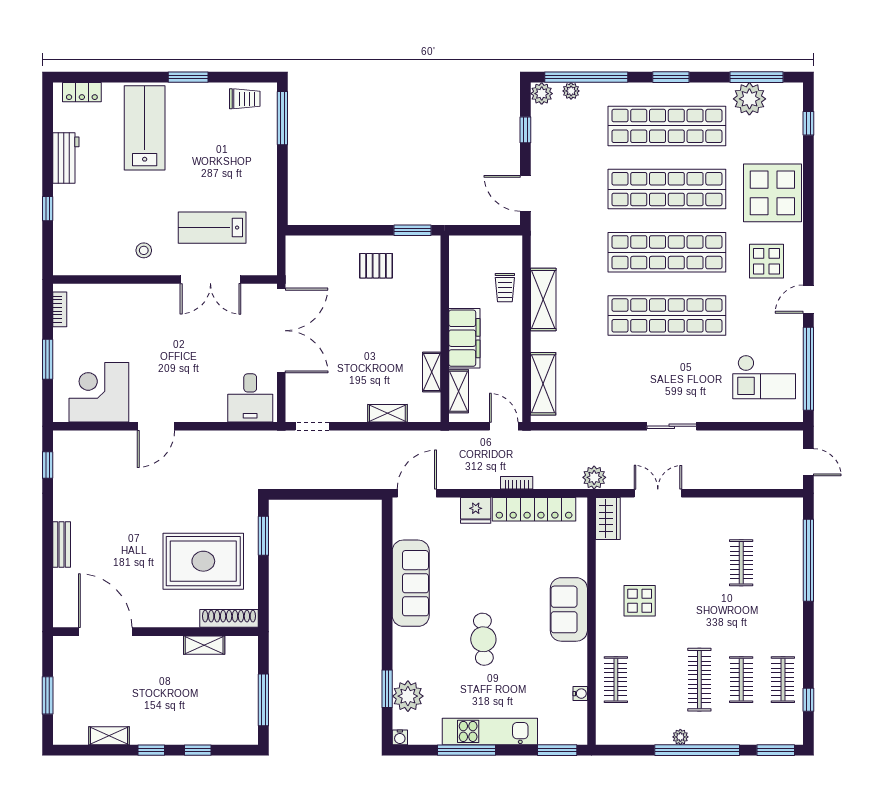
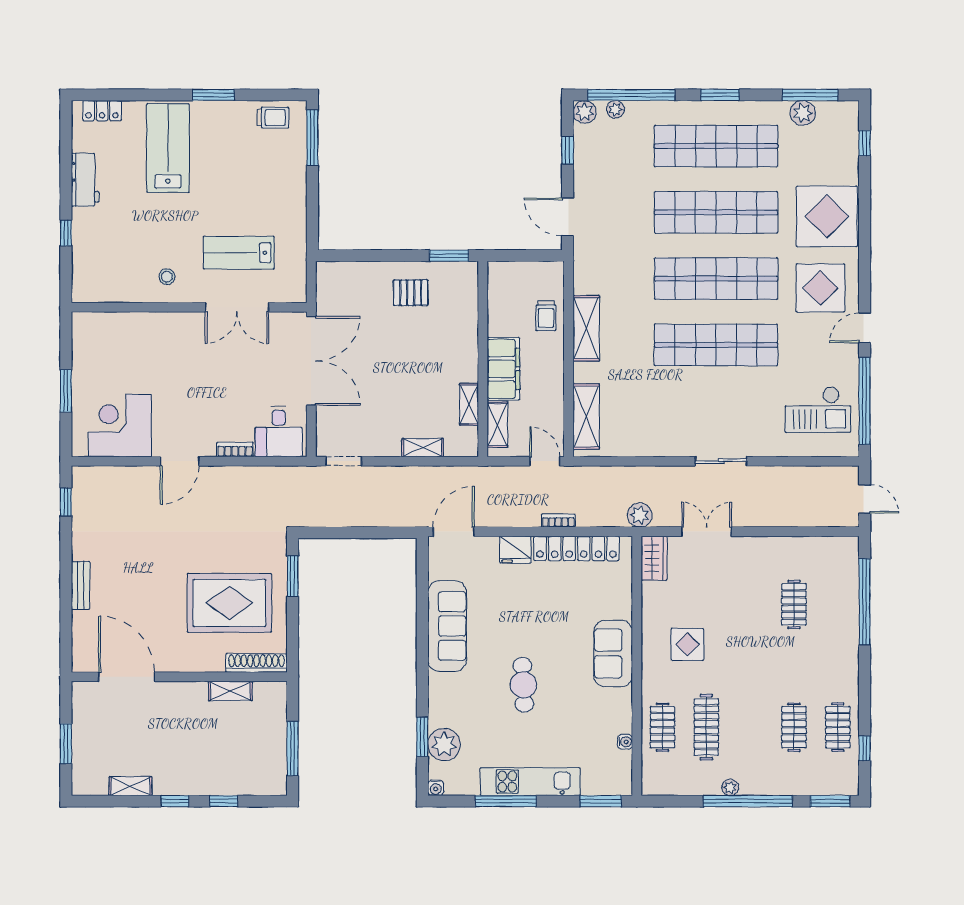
plant: (749, 99) -> (803, 113), width x0.73, depth x0.73
display table: (766, 261) -> (820, 288), width x1.36, depth x1.36
bookcase: (60, 309) -> (235, 449), moved, turned -90
clothes rail: (699, 680) -> (706, 727), moved

